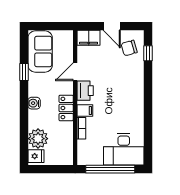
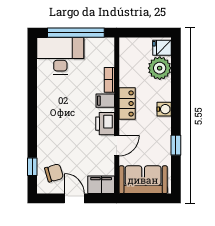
sofa: (40, 51) -> (143, 180), moved, turned 90

